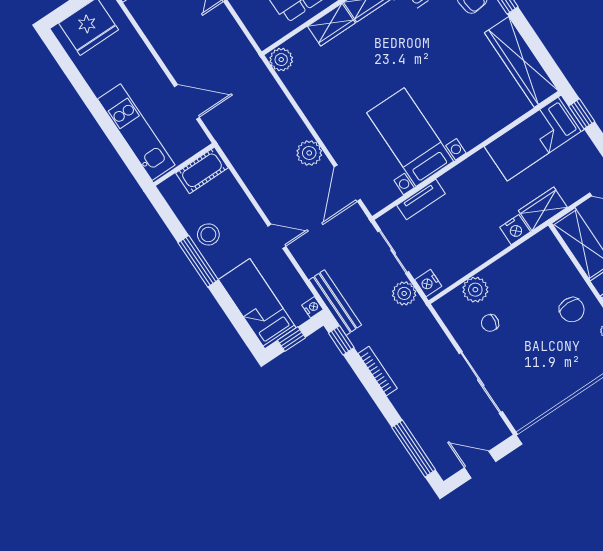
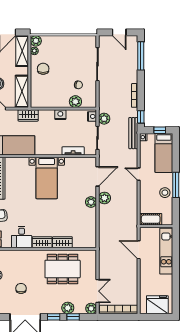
plant: (281, 60) -> (91, 202), moved
bed with nightstands: (410, 137) -> (47, 178), moved
nightstand: (515, 230) -> (60, 115), moved

